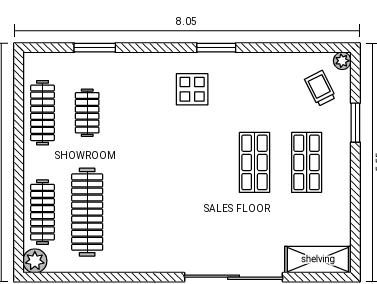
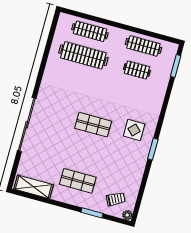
window: (95, 48) -> (176, 66), moved
shop shelf: (254, 162) -> (93, 125), moved
shelving: (318, 260) -> (34, 187), moved, turned 90
plant: (35, 261) -> (65, 20), removed

